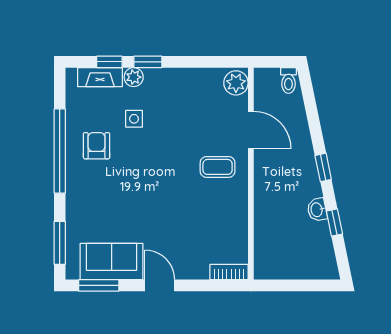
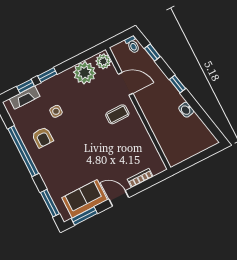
plant: (134, 77) -> (85, 73), moved, width x1.88, depth x1.88
armchair: (97, 146) -> (43, 137), turned 180
window: (334, 223) -> (152, 53), moved
bookcase: (229, 272) -> (140, 178), moved

